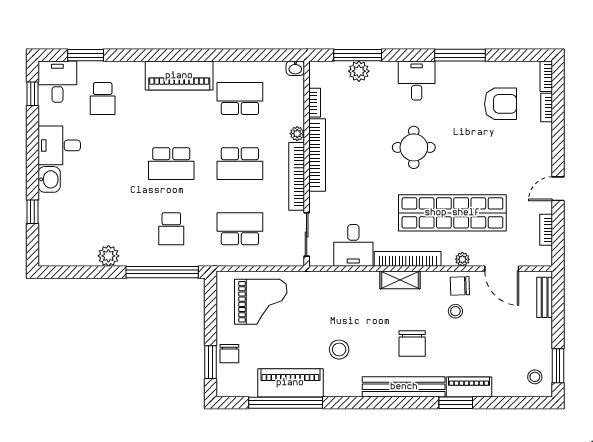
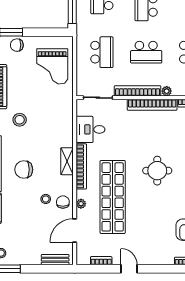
school desk: (240, 164) -> (146, 52), turned -90

